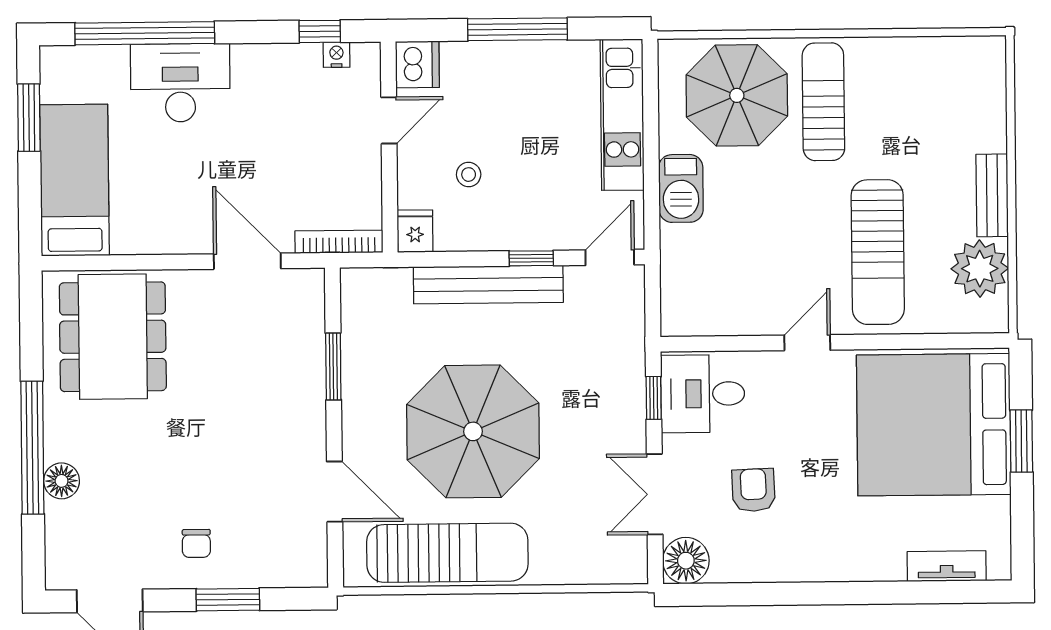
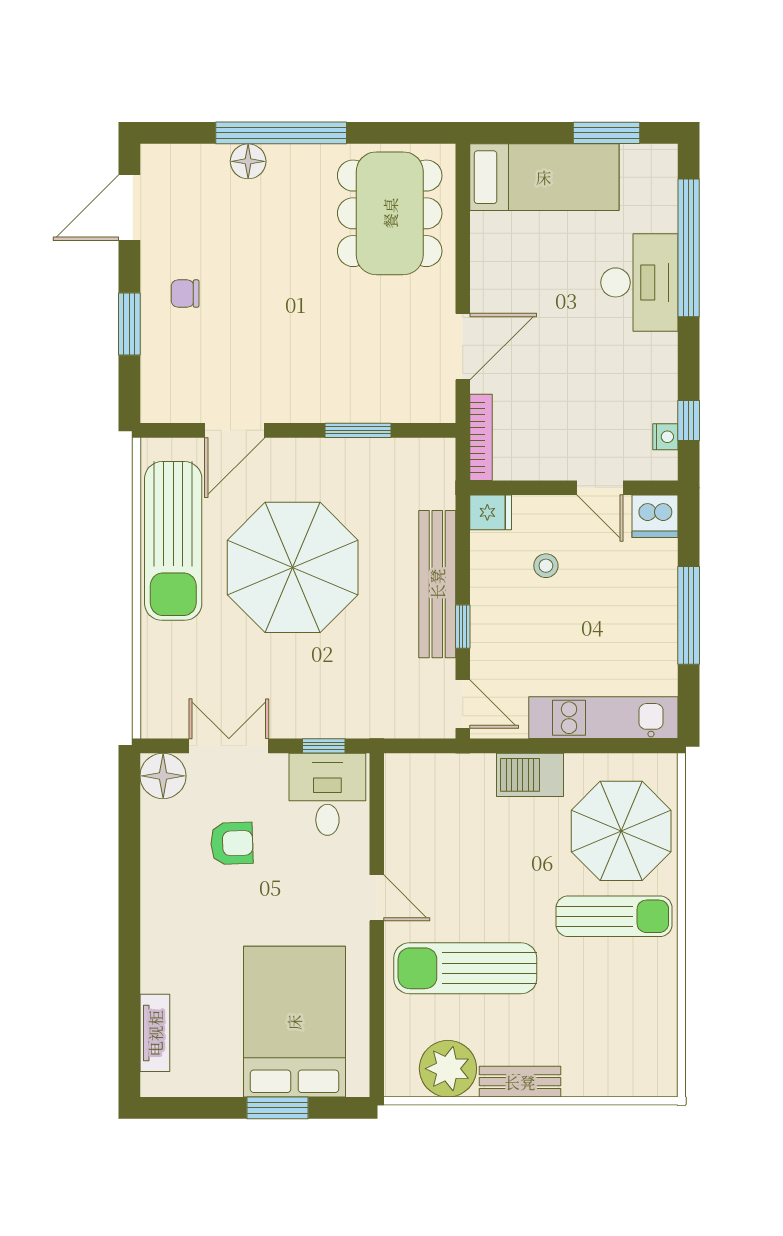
dining table: (113, 337) -> (390, 213), turned 90
bed: (934, 425) -> (294, 1022), width x0.73

